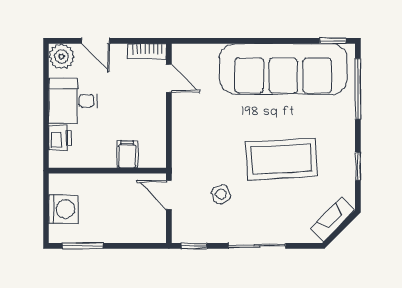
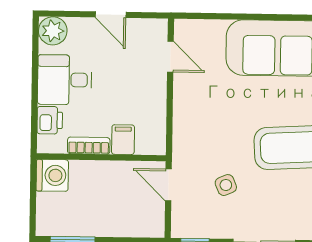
door: (96, 41) -> (111, 15), moved
bookcase: (147, 51) -> (89, 146), moved, turned 180
washing machine: (63, 209) -> (52, 175), moved

